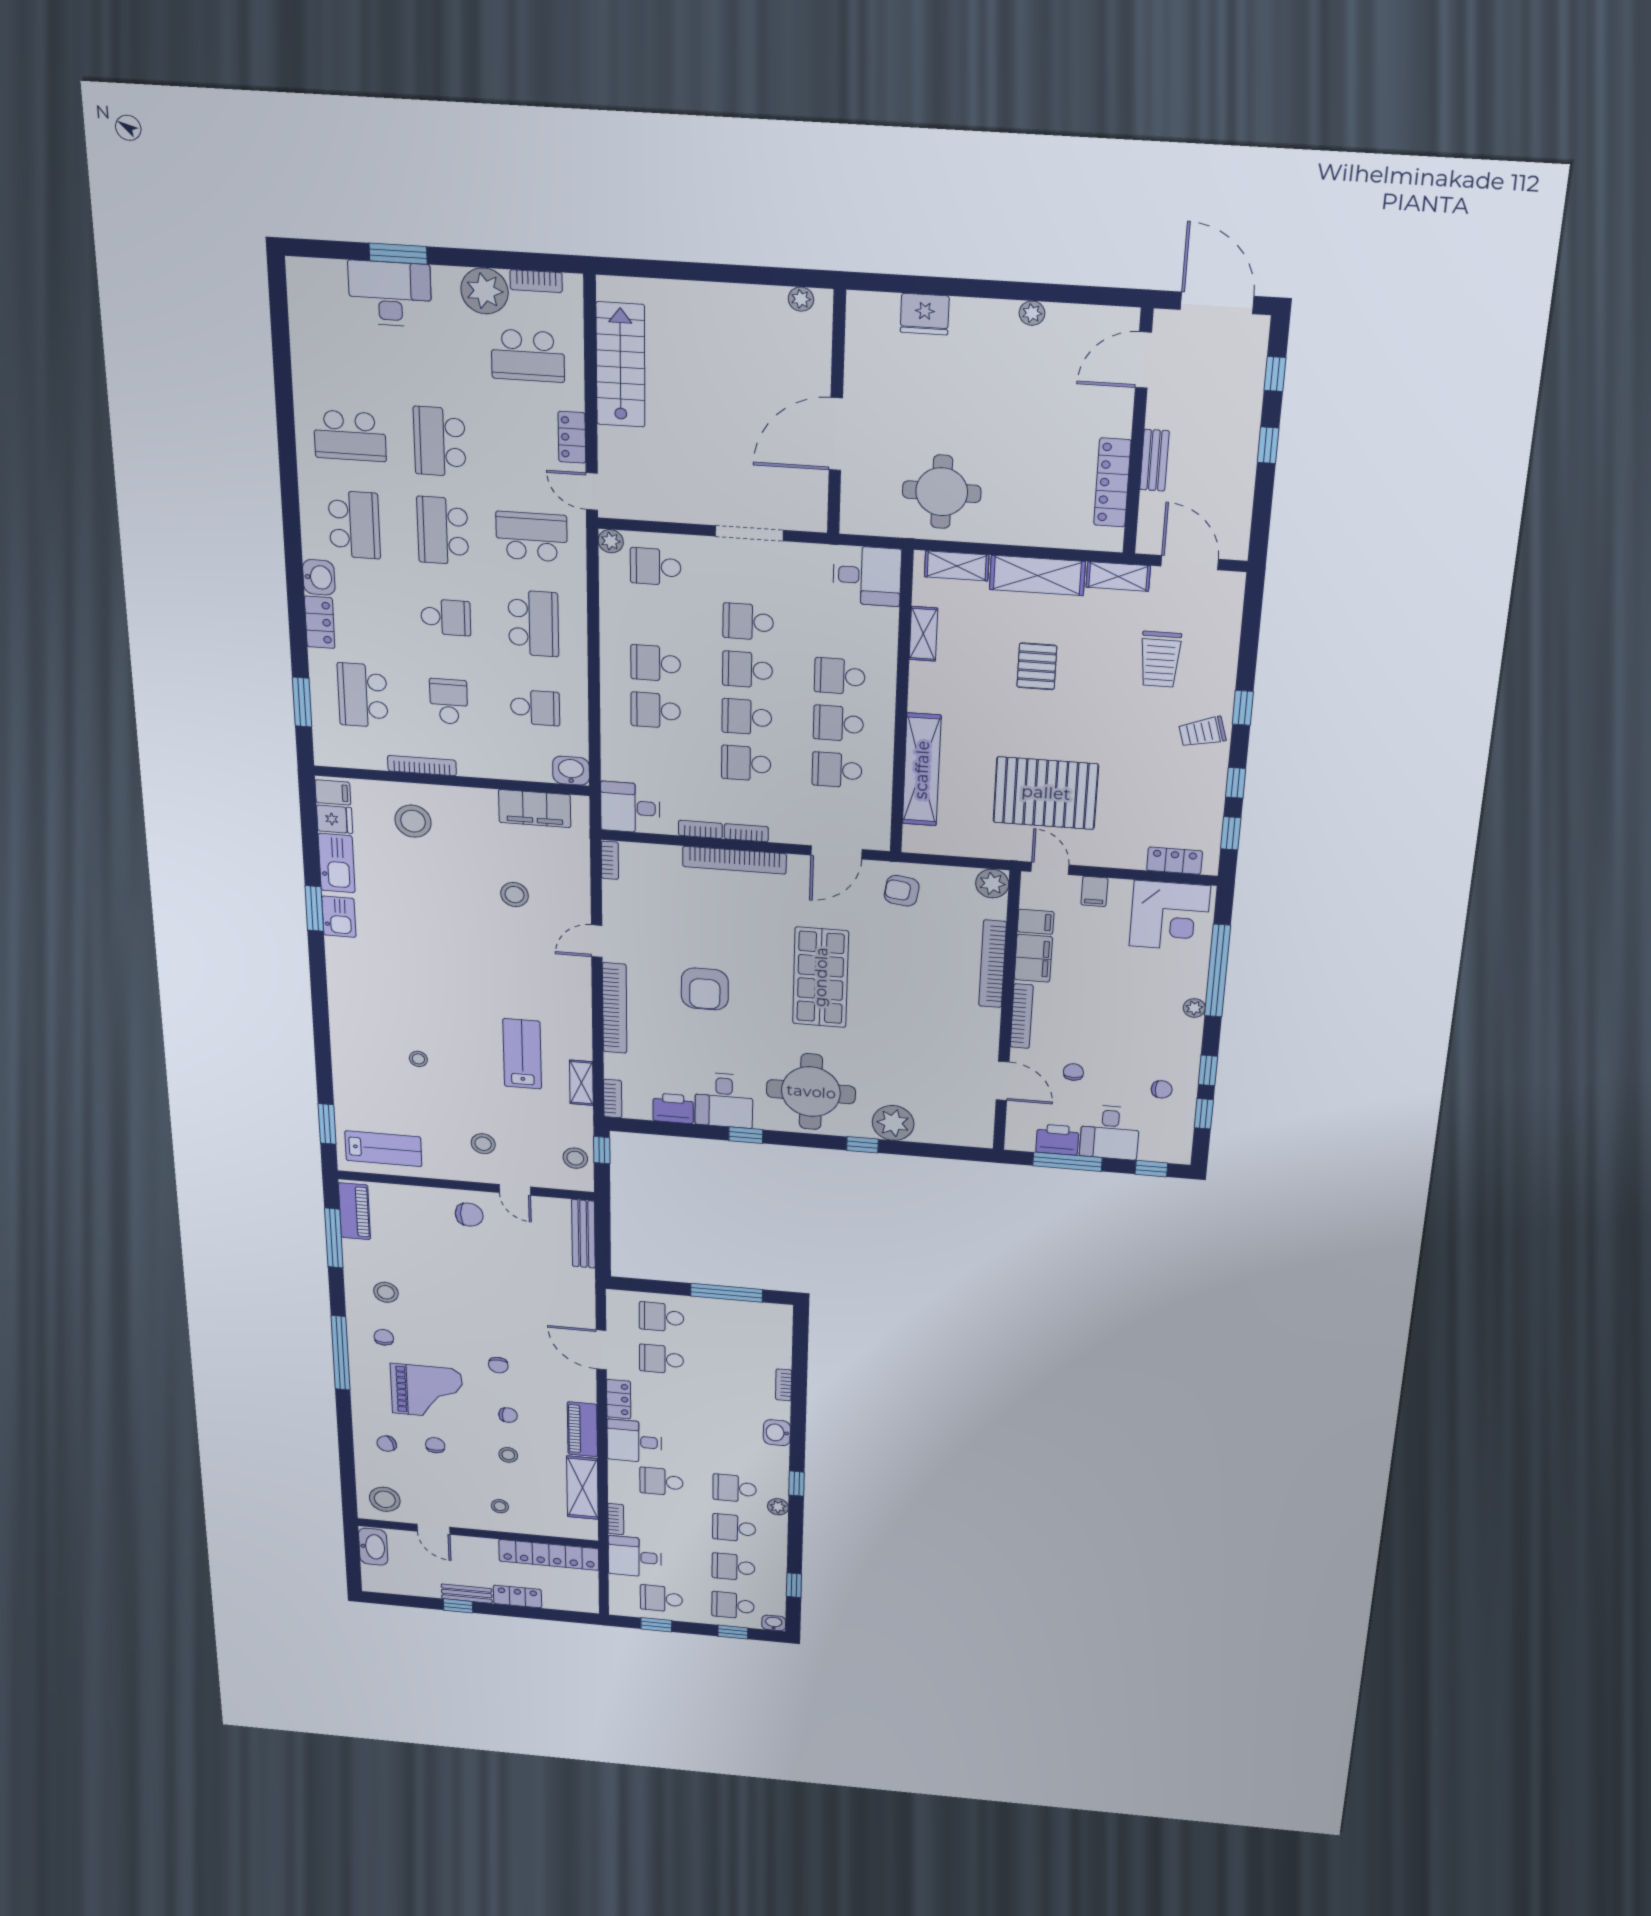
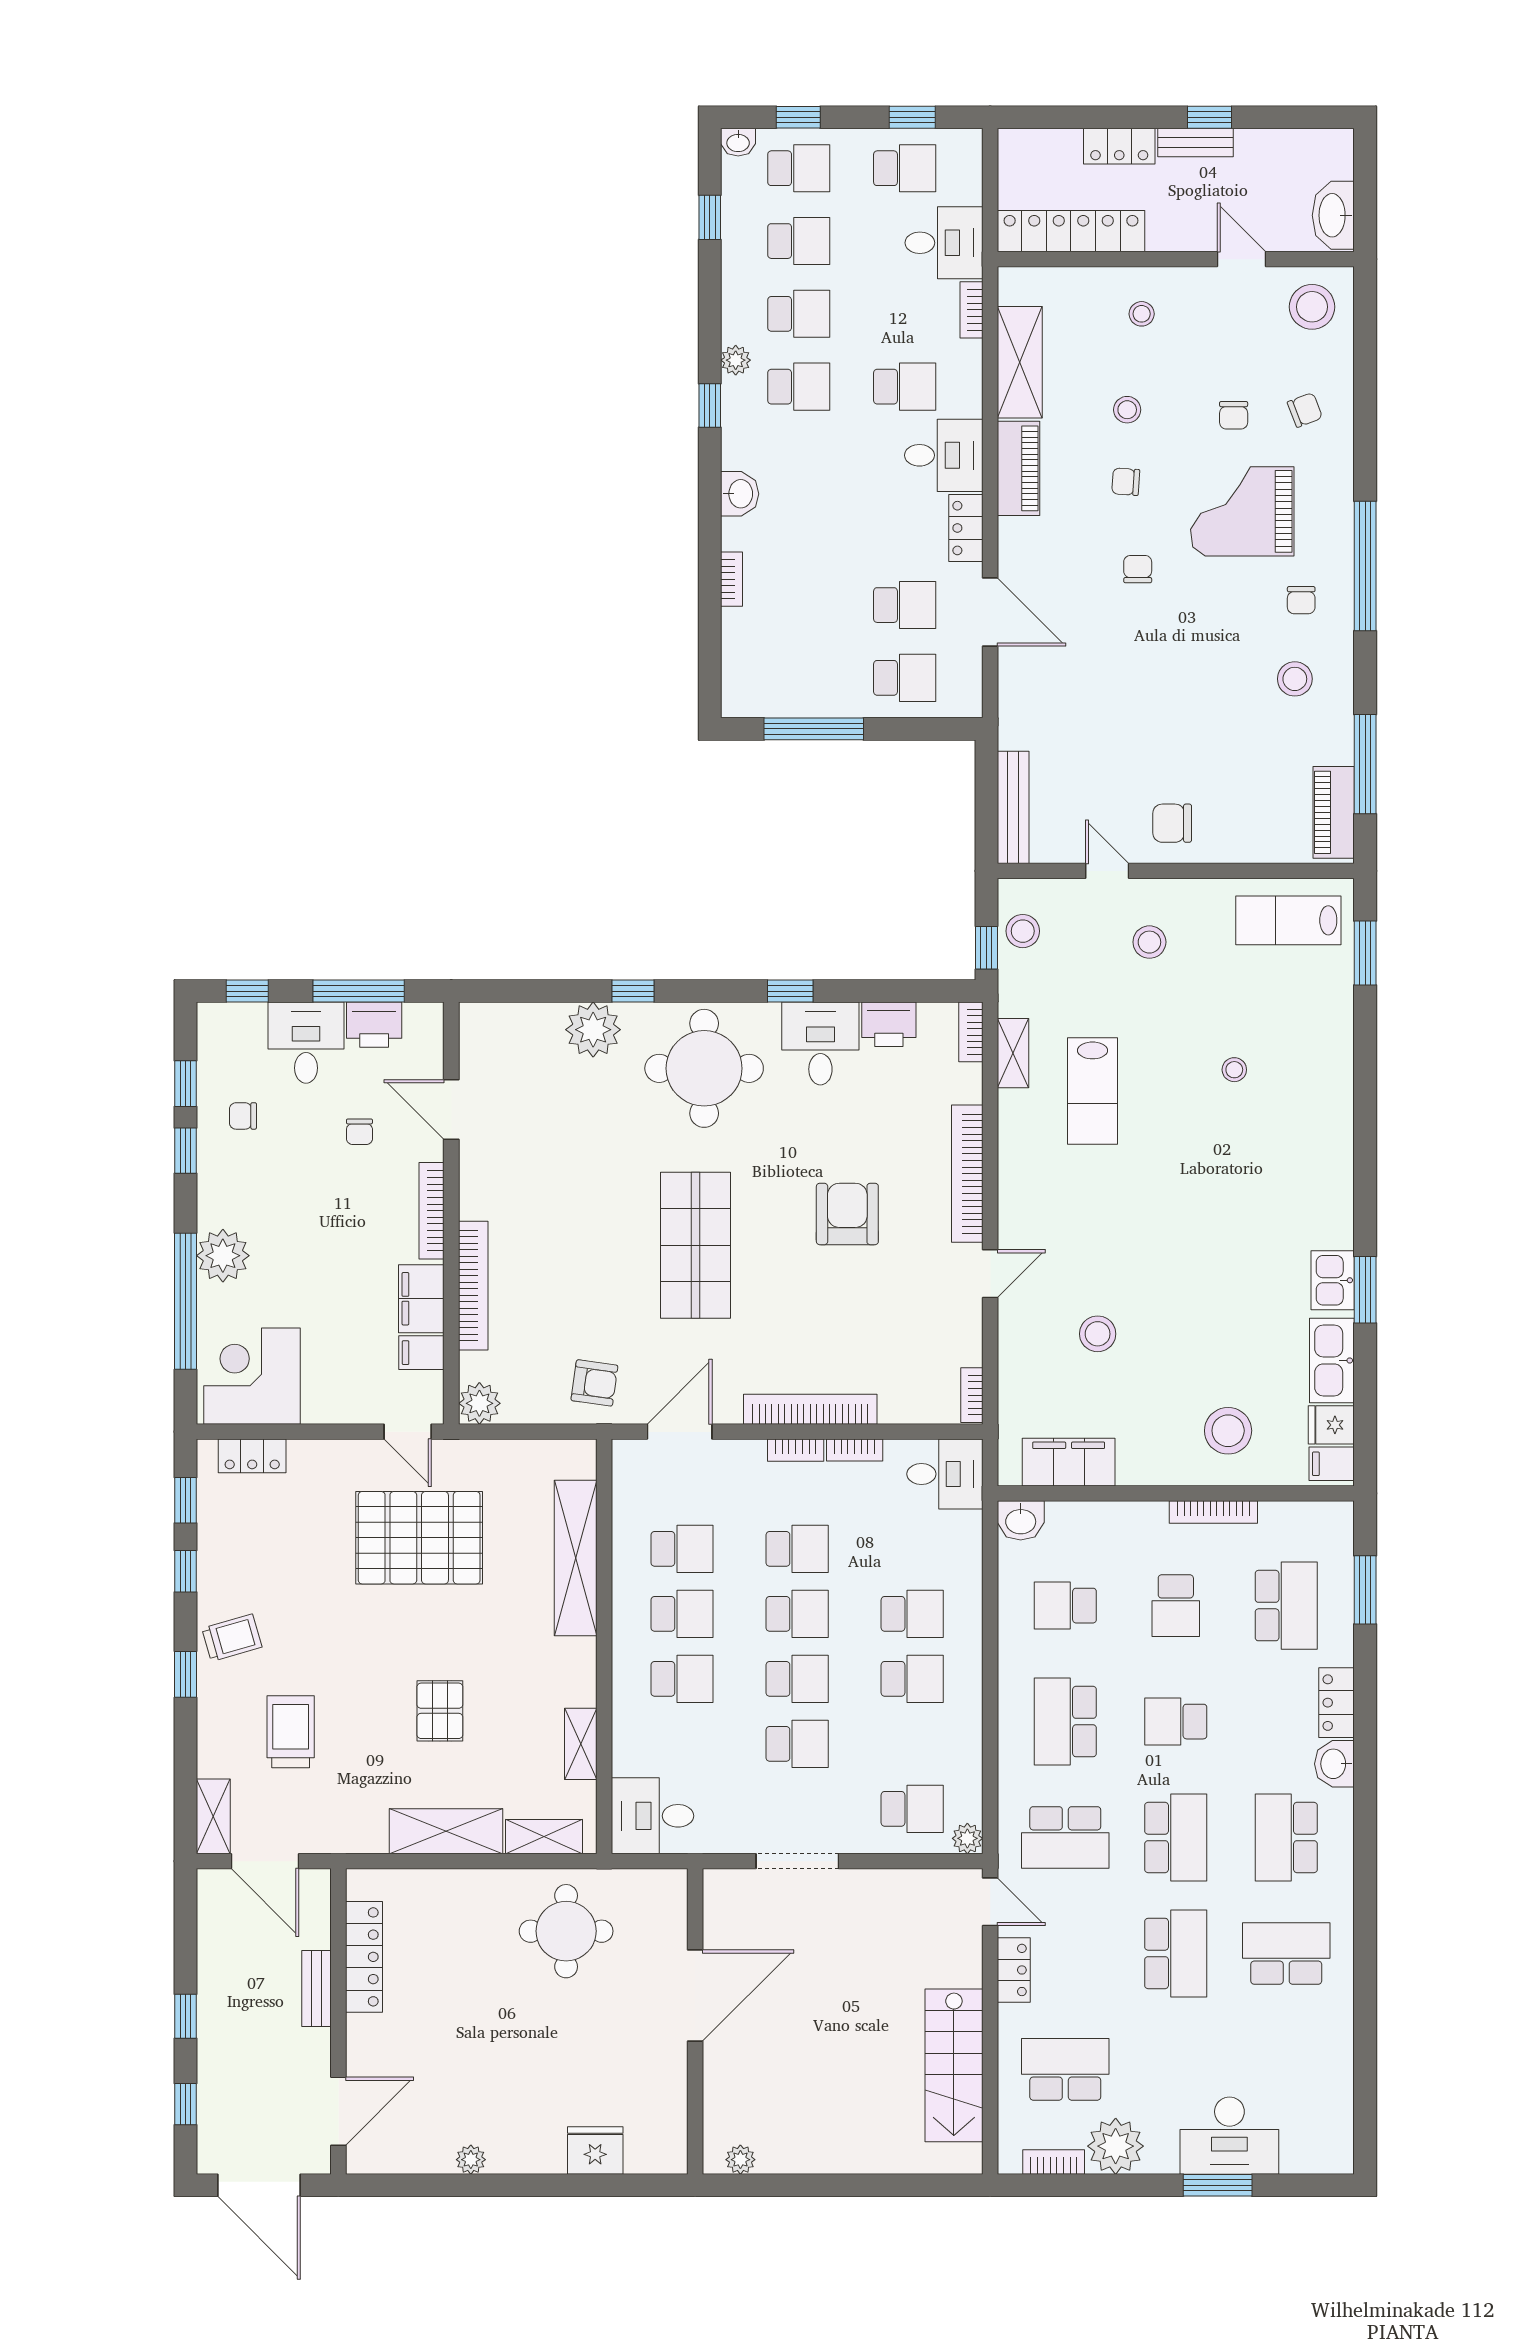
shelving: (1118, 576) -> (213, 1816), moved, turned 90
filing cabinet: (1094, 891) -> (350, 1403), removed
plant: (1194, 1008) -> (223, 1256), width x1.88, depth x1.88

